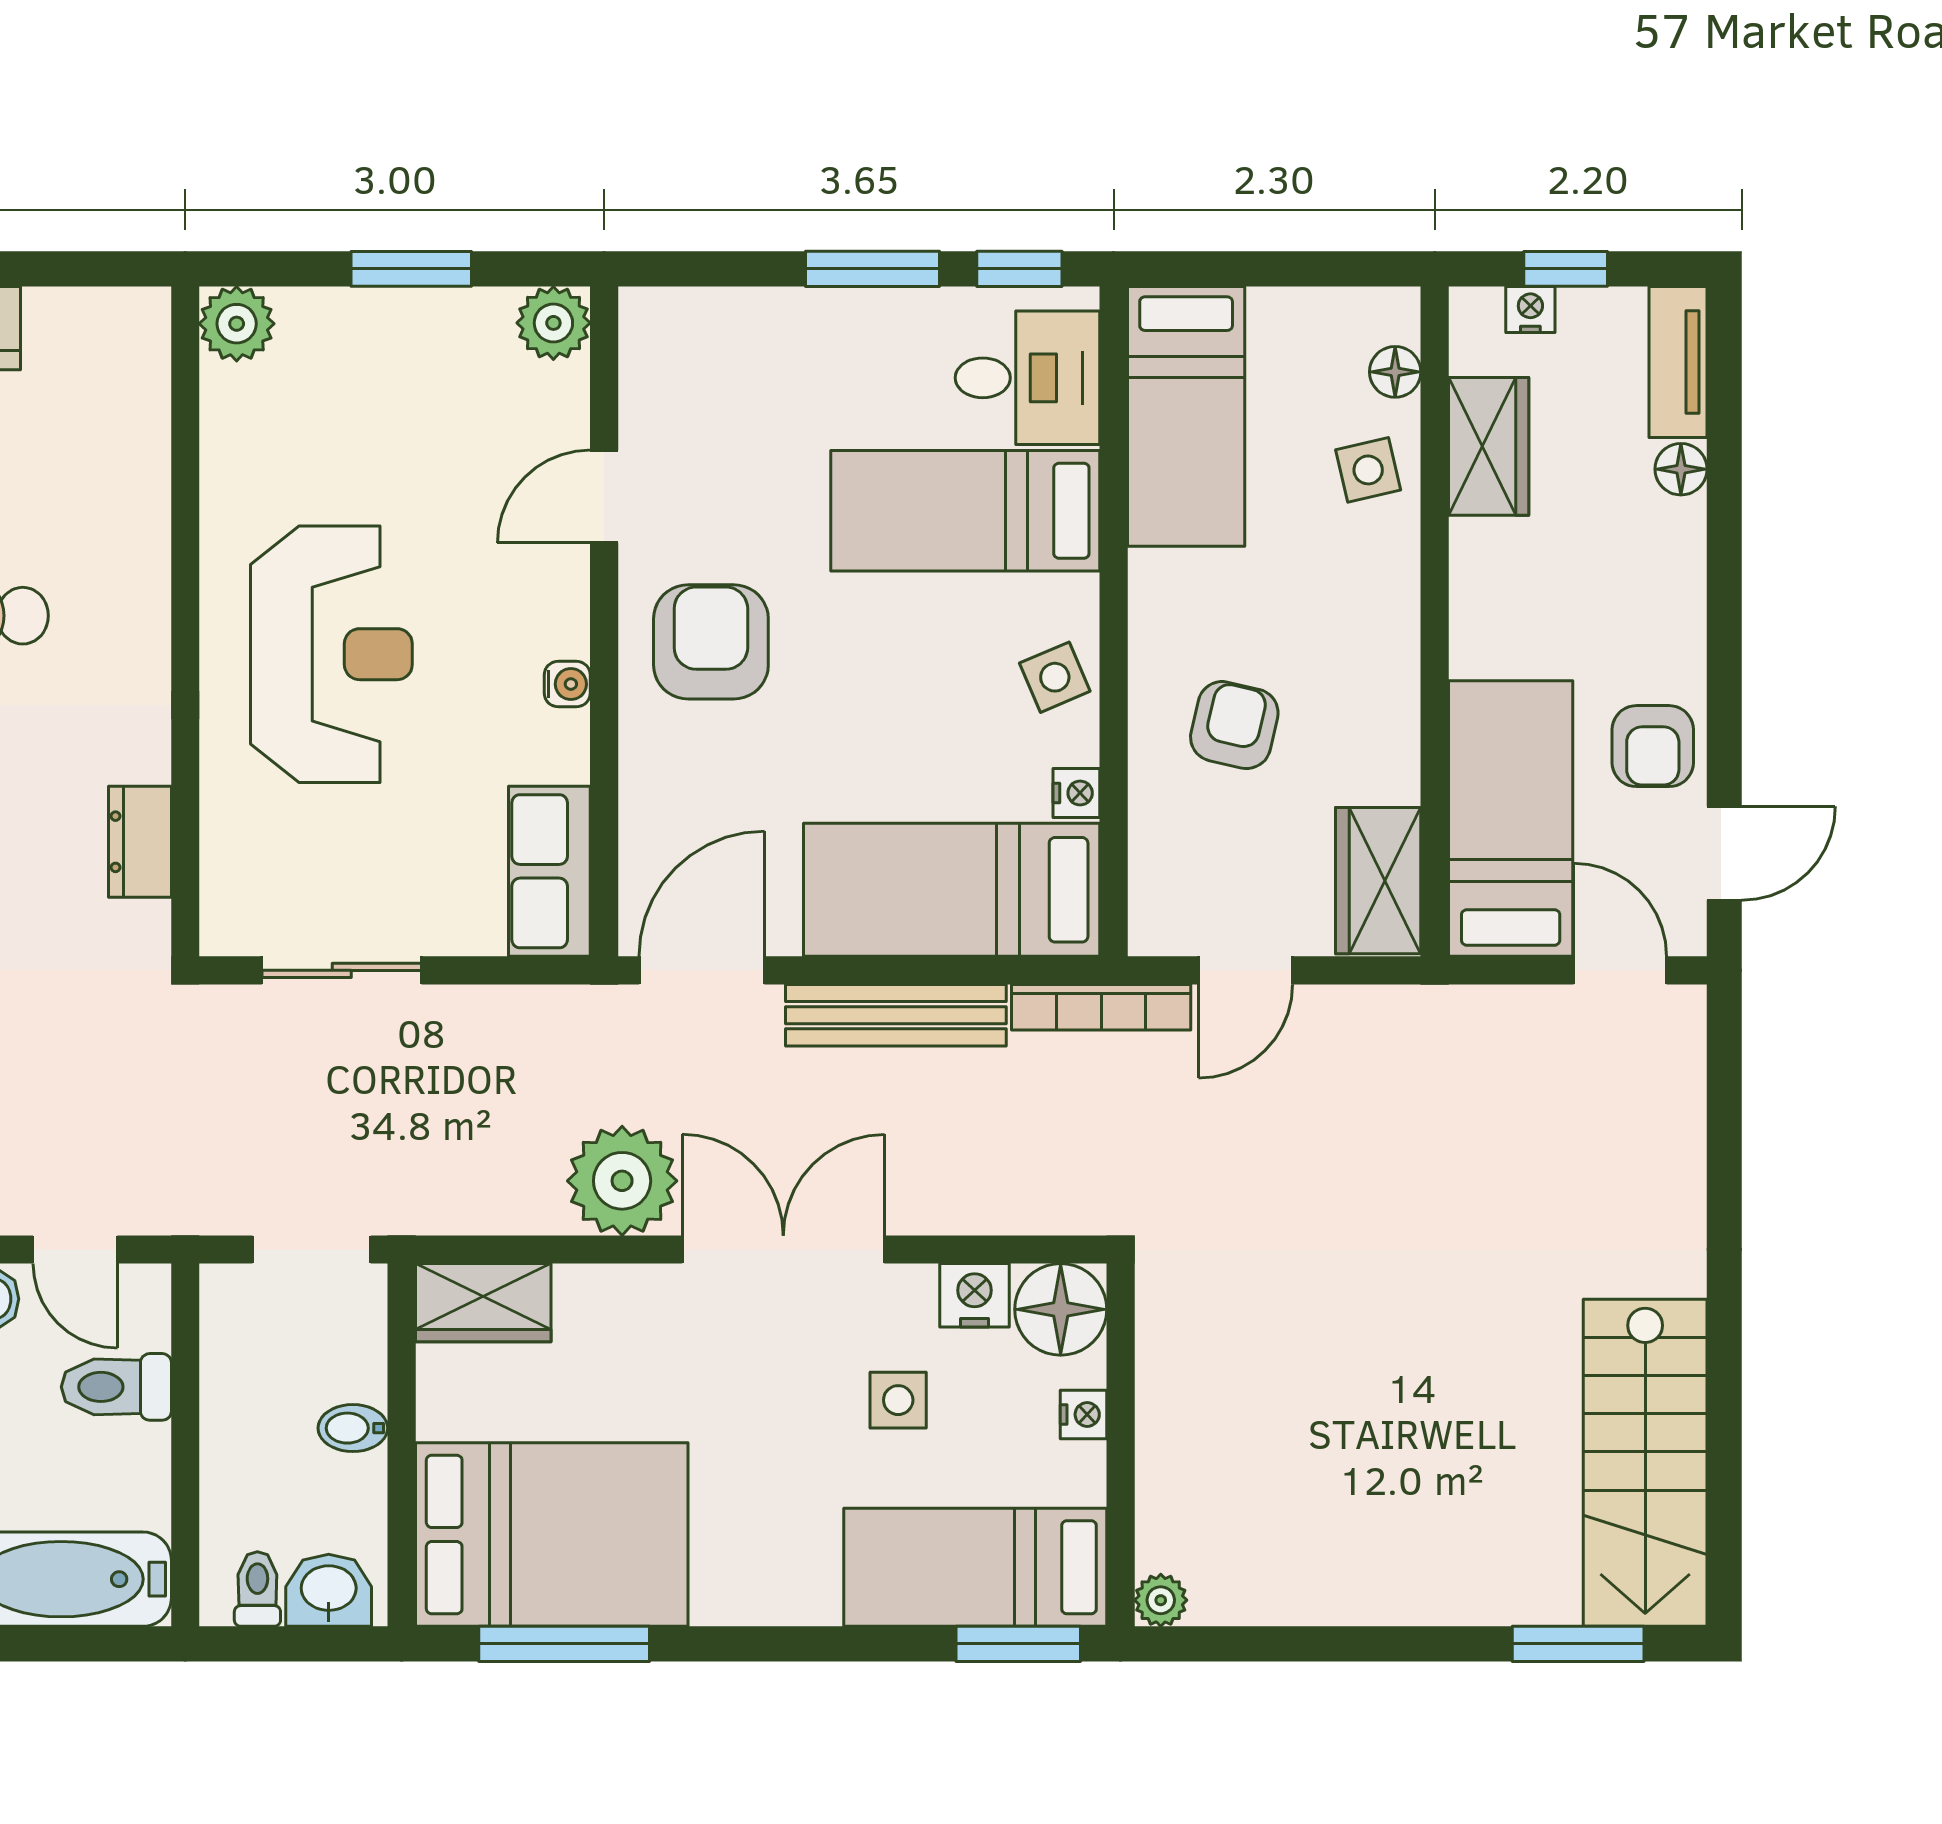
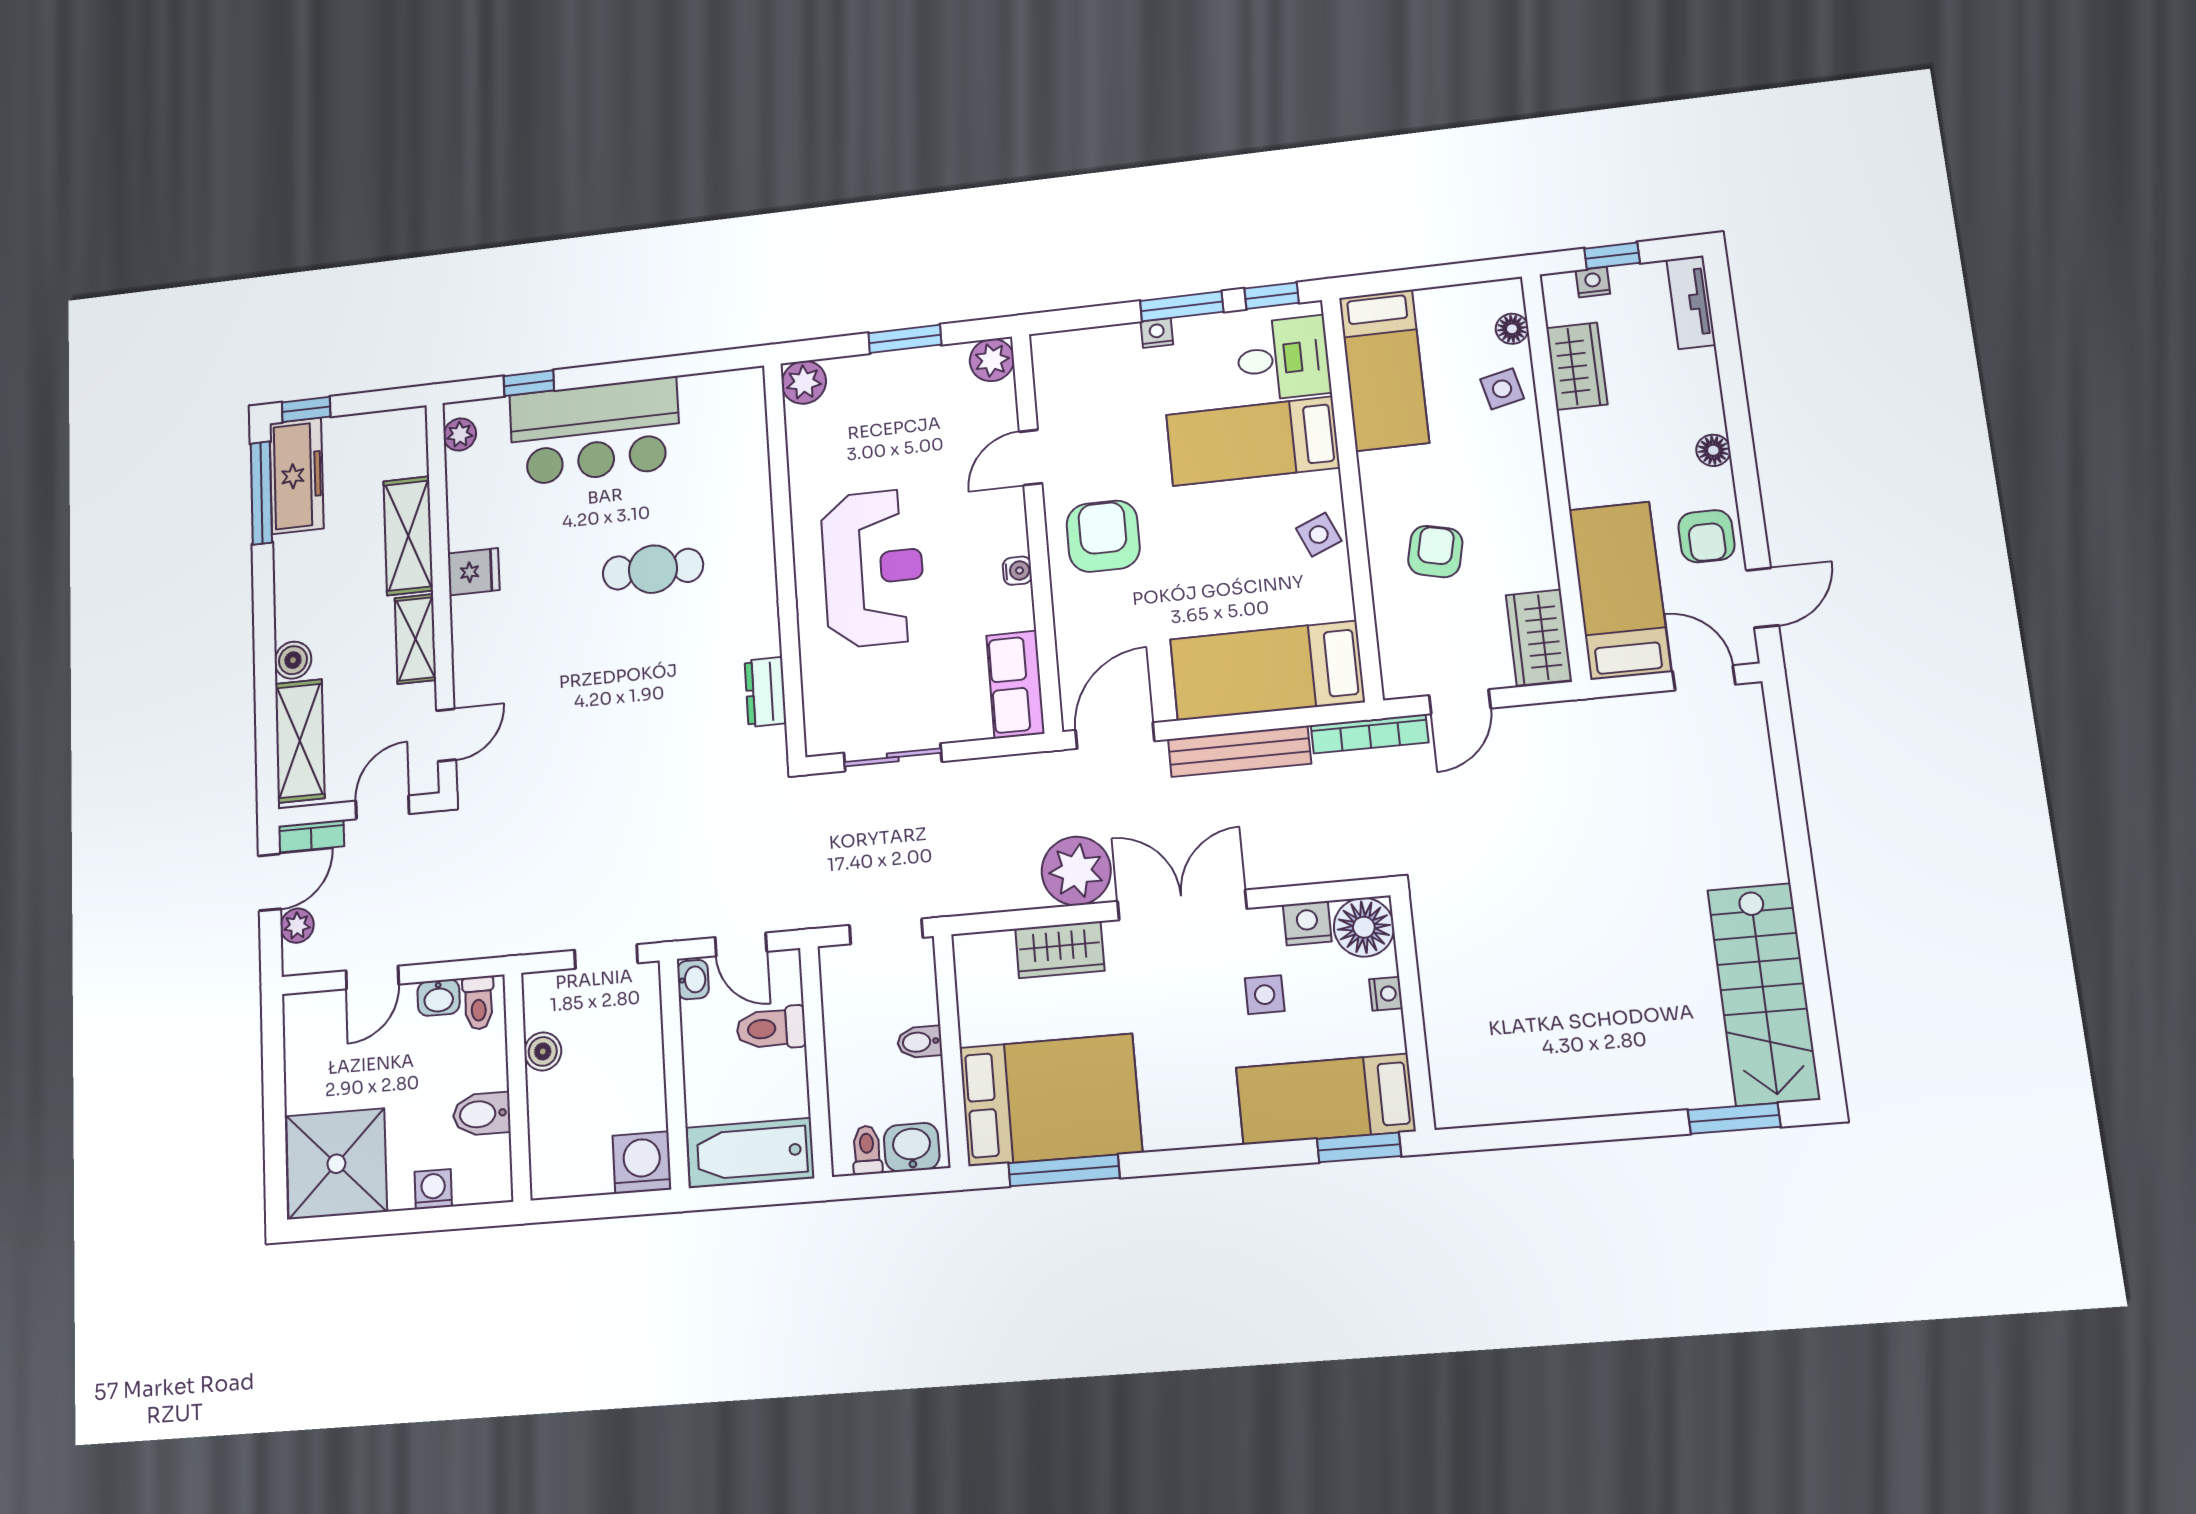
floor lamp: (1681, 469) -> (1713, 450), moved
nightstand: (1076, 793) -> (1157, 333), moved, turned -90
wardrobe: (483, 1303) -> (1060, 950), moved
plant: (1161, 1600) -> (1450, 1111), removed

